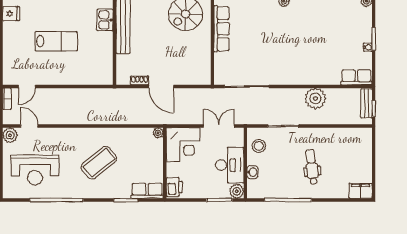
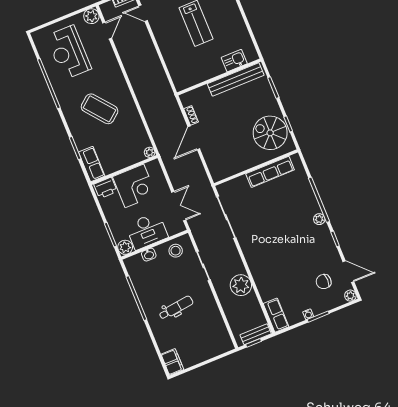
chair: (343, 21) -> (324, 282), added
corner desk: (183, 145) -> (134, 186), moved, turned -90

